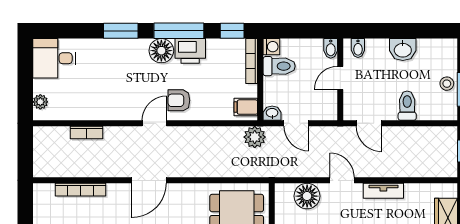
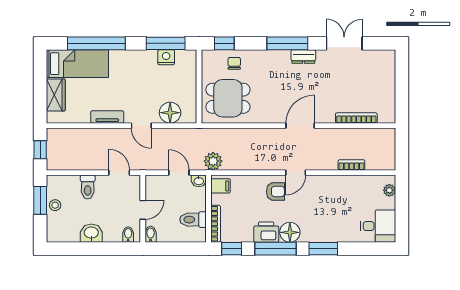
washing machine: (271, 47) -> (199, 236), removed

